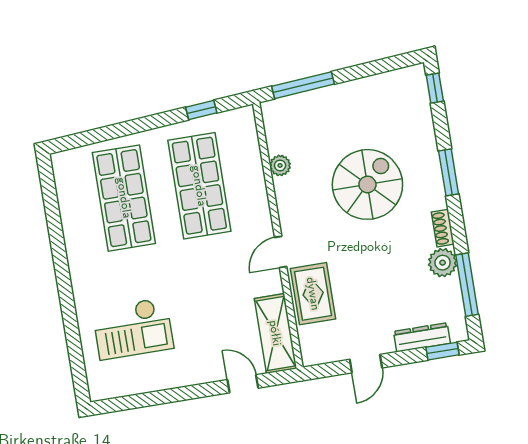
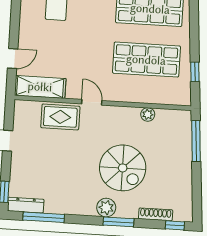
shoe rack: (443, 228) -> (156, 214), moved, width x1.43
plant: (443, 263) -> (106, 208), moved
dresser: (422, 337) -> (26, 205), moved, turned -90

